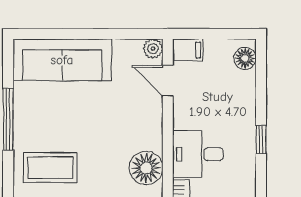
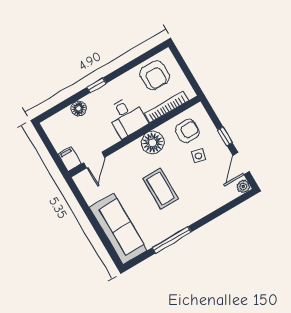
plant: (153, 49) -> (81, 180), removed
floor lamp: (245, 58) -> (79, 108), moved
coffee table: (50, 168) -> (161, 189), moved

